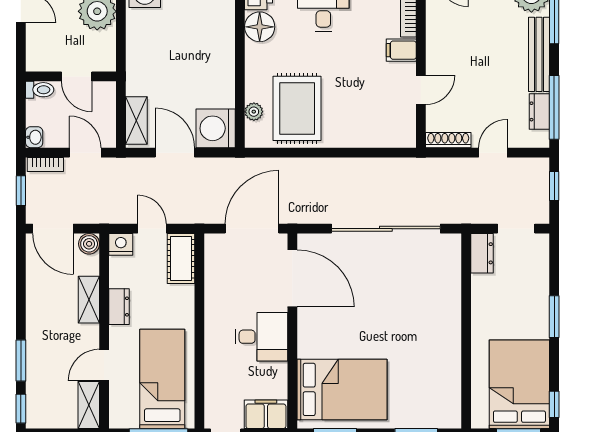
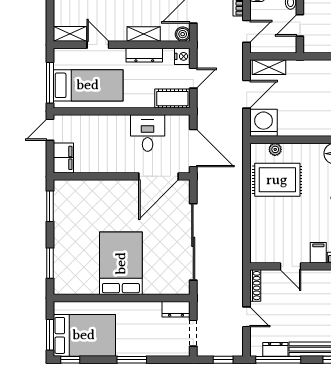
dresser: (119, 307) -> (144, 55), width x1.44
desk: (261, 337) -> (148, 133), moved, turned 180
bed: (342, 389) -> (121, 263), moved, turned 180

